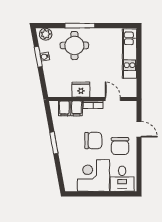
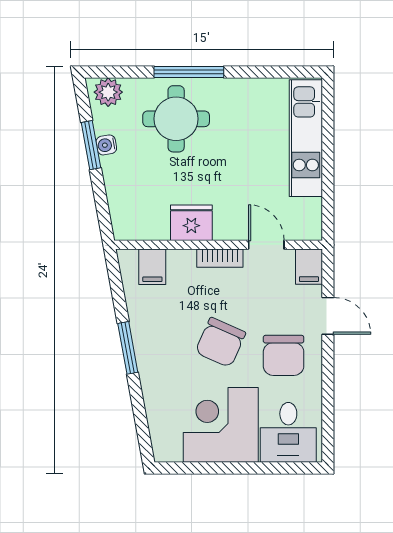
filing cabinet: (77, 108) -> (309, 267), moved
chair: (93, 141) -> (220, 342), turned 114

